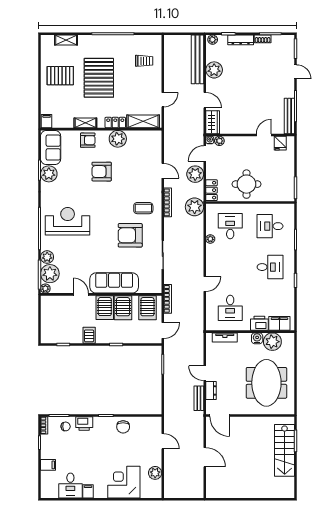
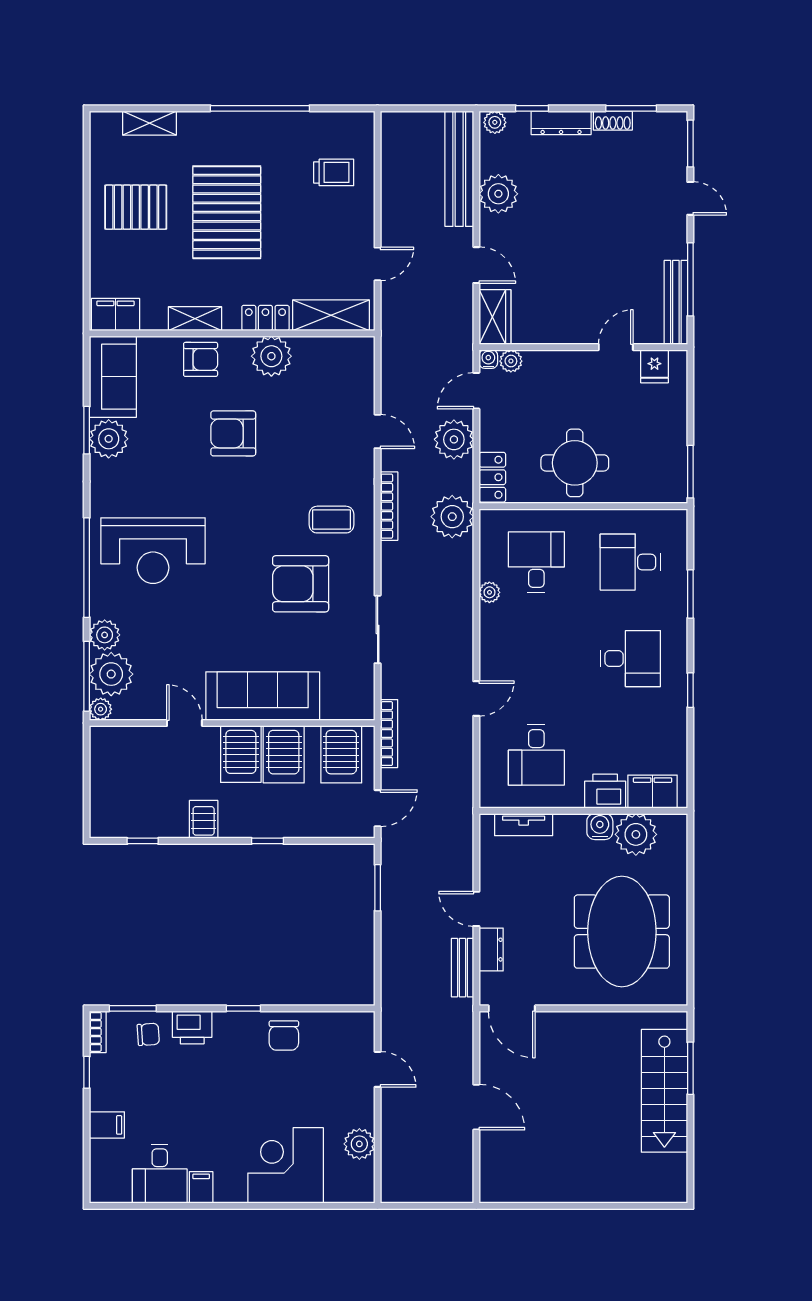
filing cabinet: (47, 121) -> (116, 315), width x2.00
reception desk: (68, 221) -> (153, 551), turned 180

